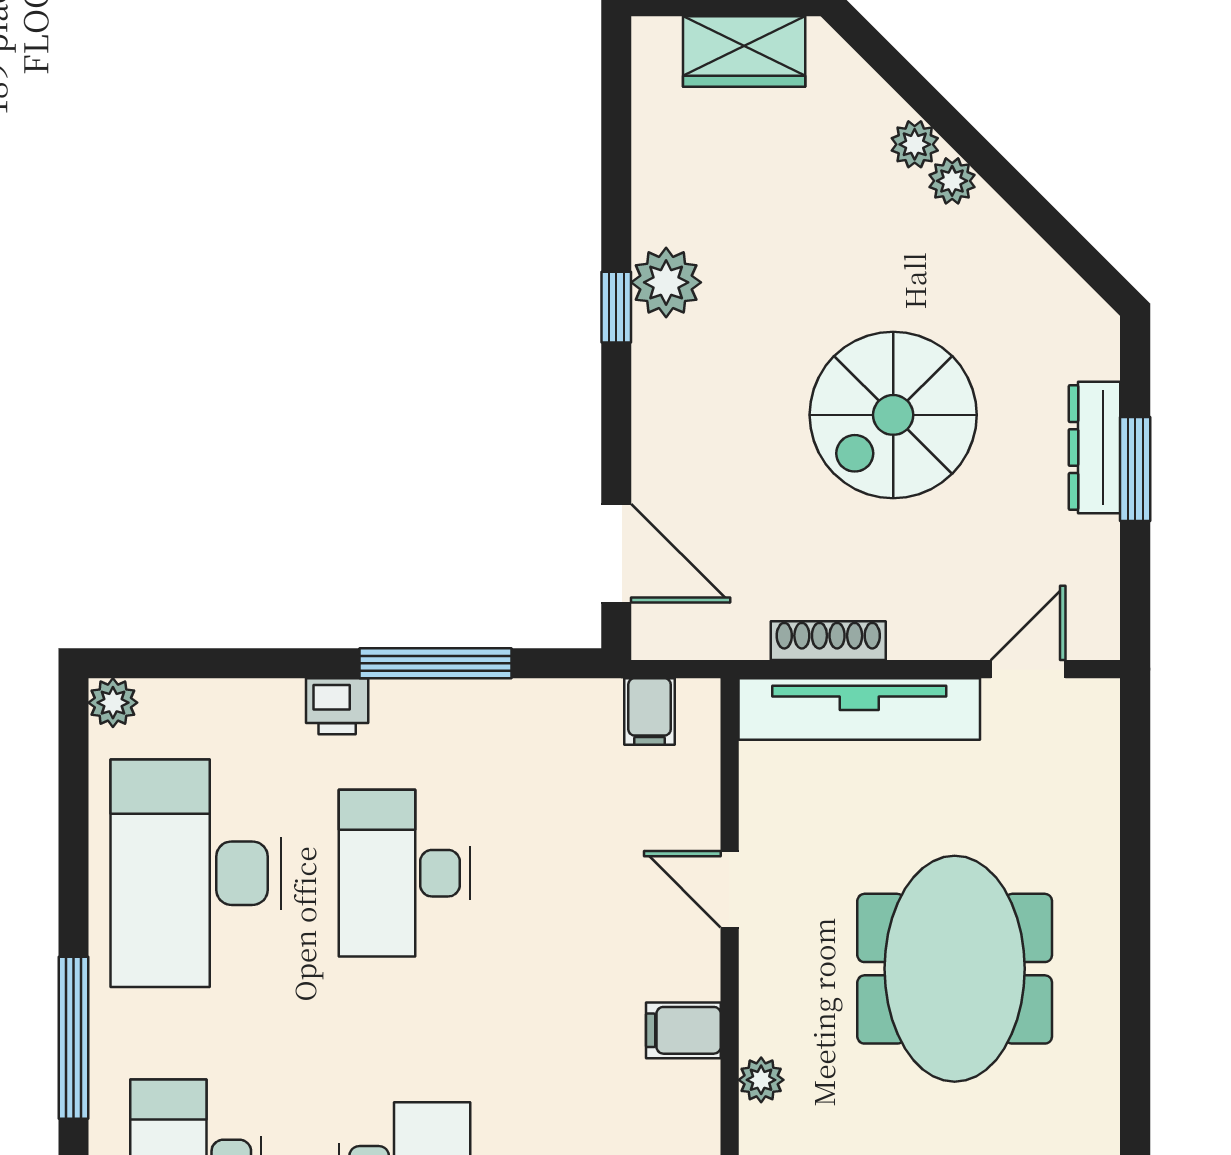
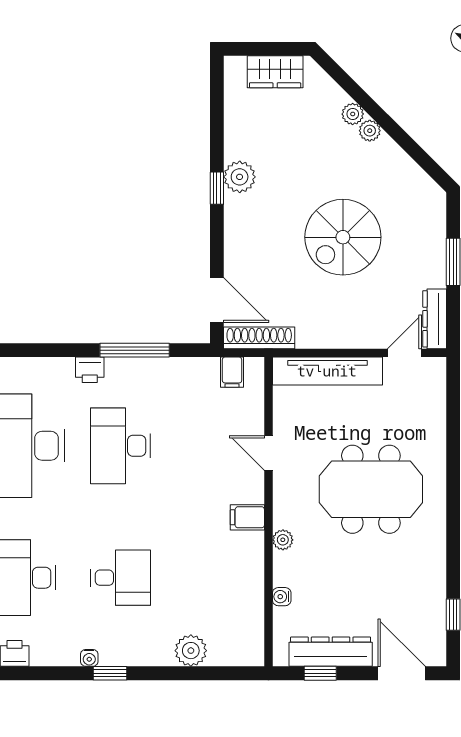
dresser: (1094, 447) -> (435, 319), moved
shoe rack: (828, 641) -> (259, 338), moved, width x1.36, depth x1.24
meeting table: (955, 969) -> (371, 489), turned 90

